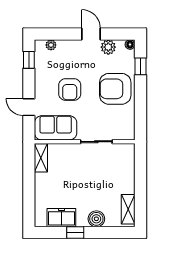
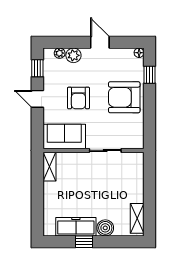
plant: (108, 47) -> (73, 55), moved
door: (29, 107) -> (37, 99), moved
freezer: (61, 218) -> (76, 227), width x1.40

